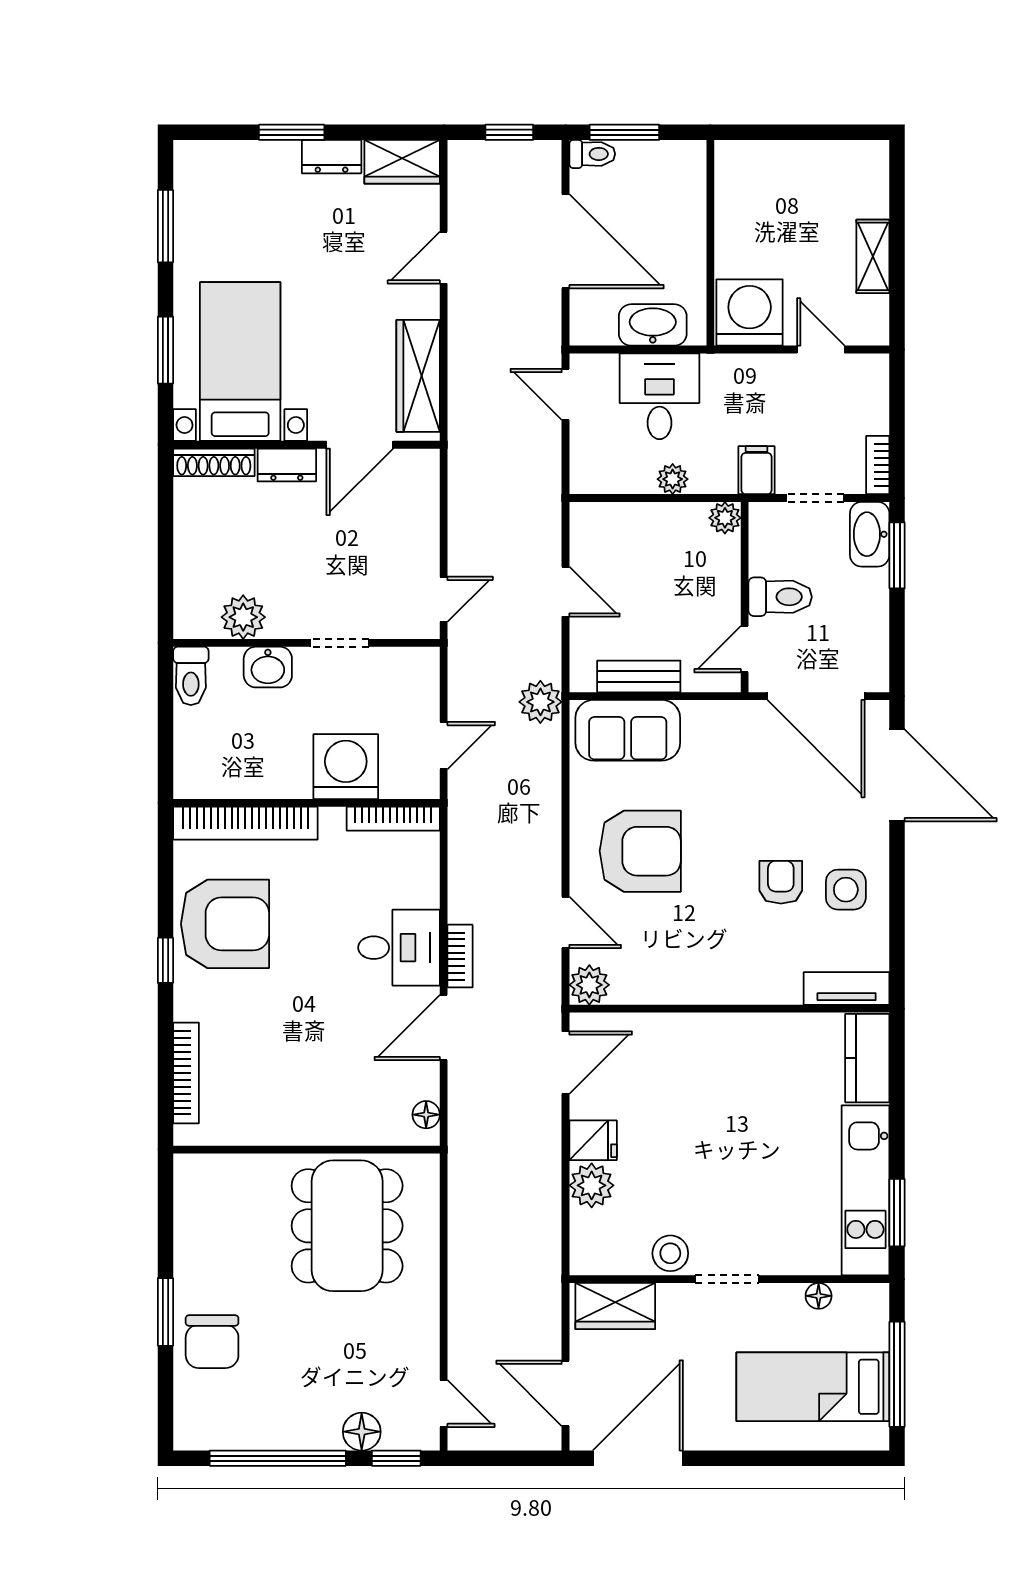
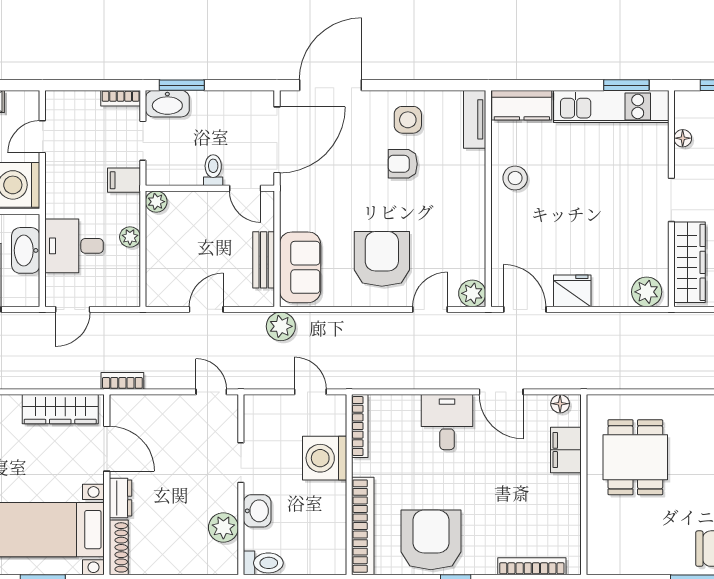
toilet: (780, 597) -> (213, 170), width x0.73, depth x0.72
bookcase: (460, 956) -> (122, 381), moved
filing cabinet: (358, 1123) -> (566, 450), added
fridge: (593, 1140) -> (572, 291), width x1.38
plant: (592, 1185) -> (647, 292), moved
dining table: (347, 1226) -> (635, 457), width x0.73
stool: (670, 1253) -> (515, 178), moved
wardrobe: (615, 1306) -> (690, 262), width x1.50

